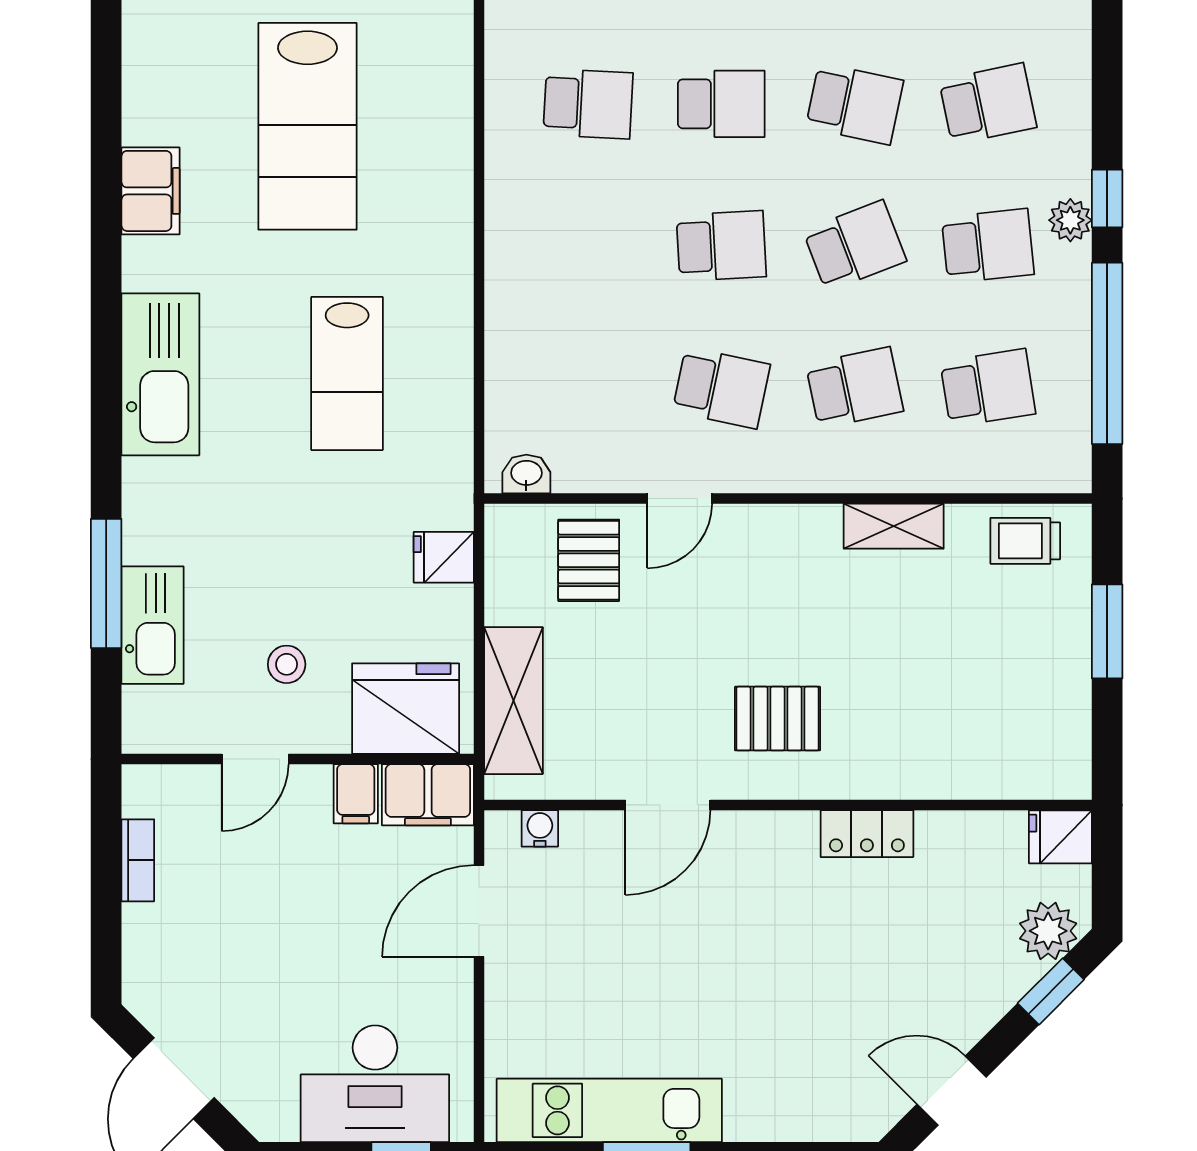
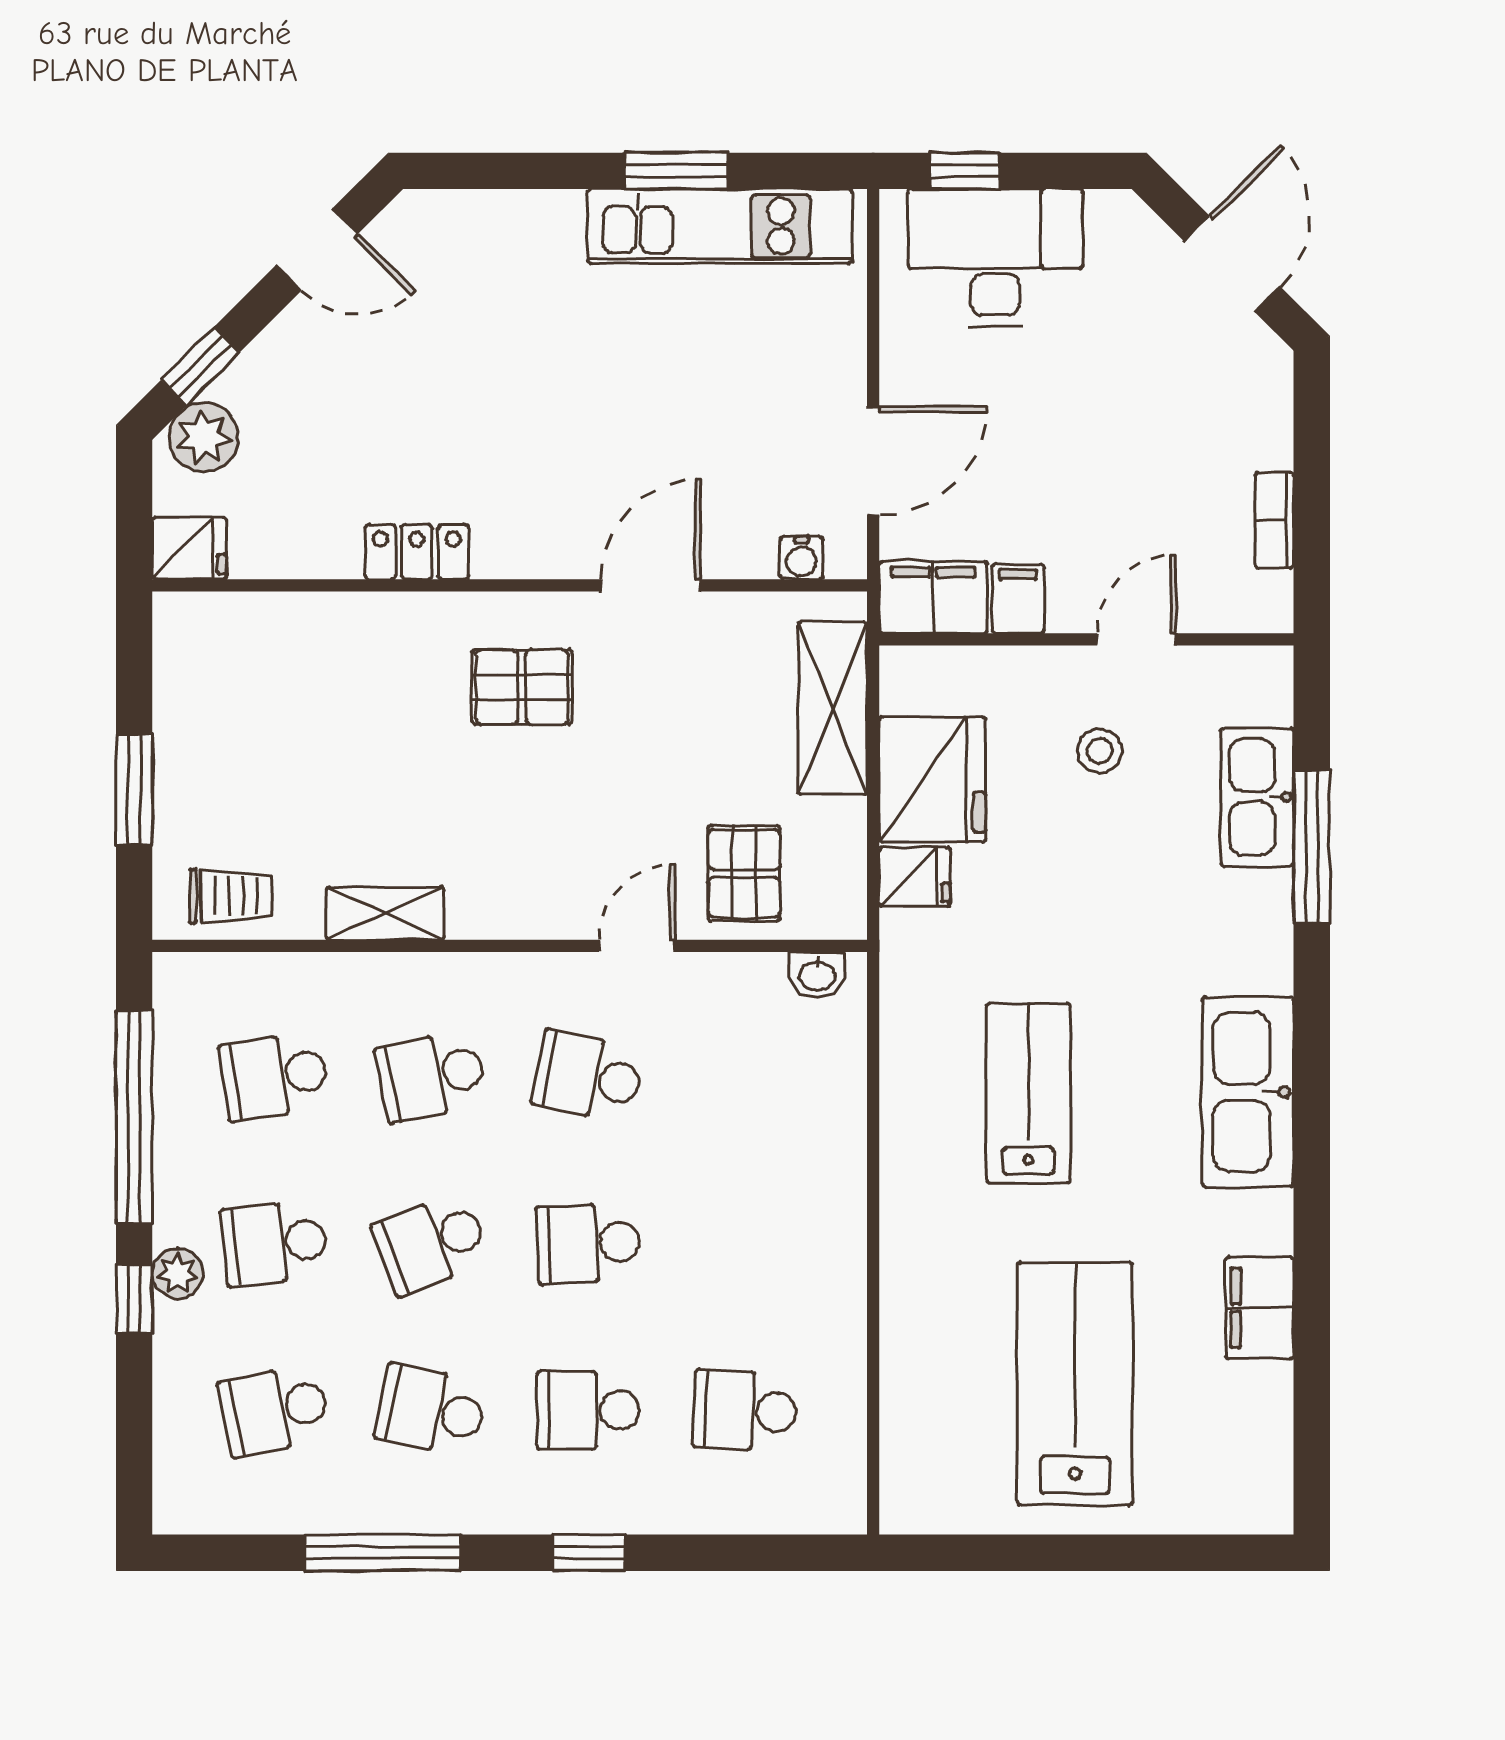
fridge: (406, 709) -> (932, 779), moved, turned -90

